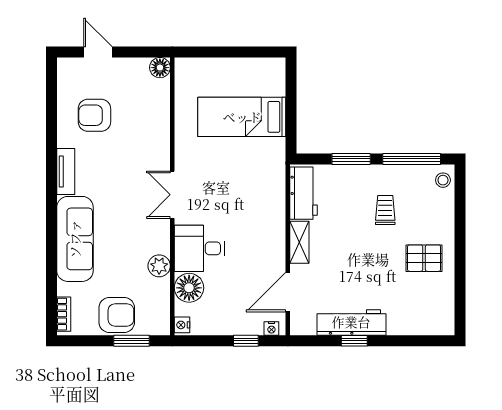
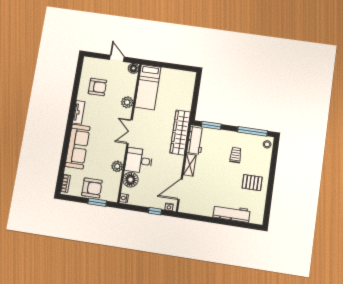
door: (98, 52) -> (117, 58), moved
armchair: (94, 115) -> (97, 87), turned 180
bed: (242, 117) -> (148, 87), moved, turned -90
plant: (158, 137) -> (127, 102), added
window: (351, 159) -> (211, 125), moved
wardrobe: (272, 182) -> (180, 132), added
workbench: (351, 322) -> (232, 213), moved
window: (354, 341) -> (210, 220), removed

